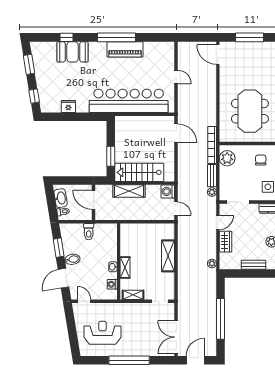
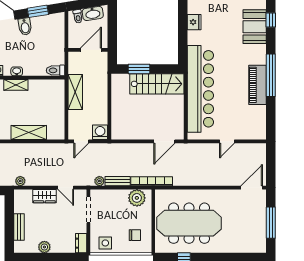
meeting table: (250, 111) -> (189, 223), width x1.36
stairs: (139, 172) -> (157, 84), moved, turned 90
shelving: (129, 191) -> (75, 92), moved
toilet: (89, 232) -> (56, 70), moved

